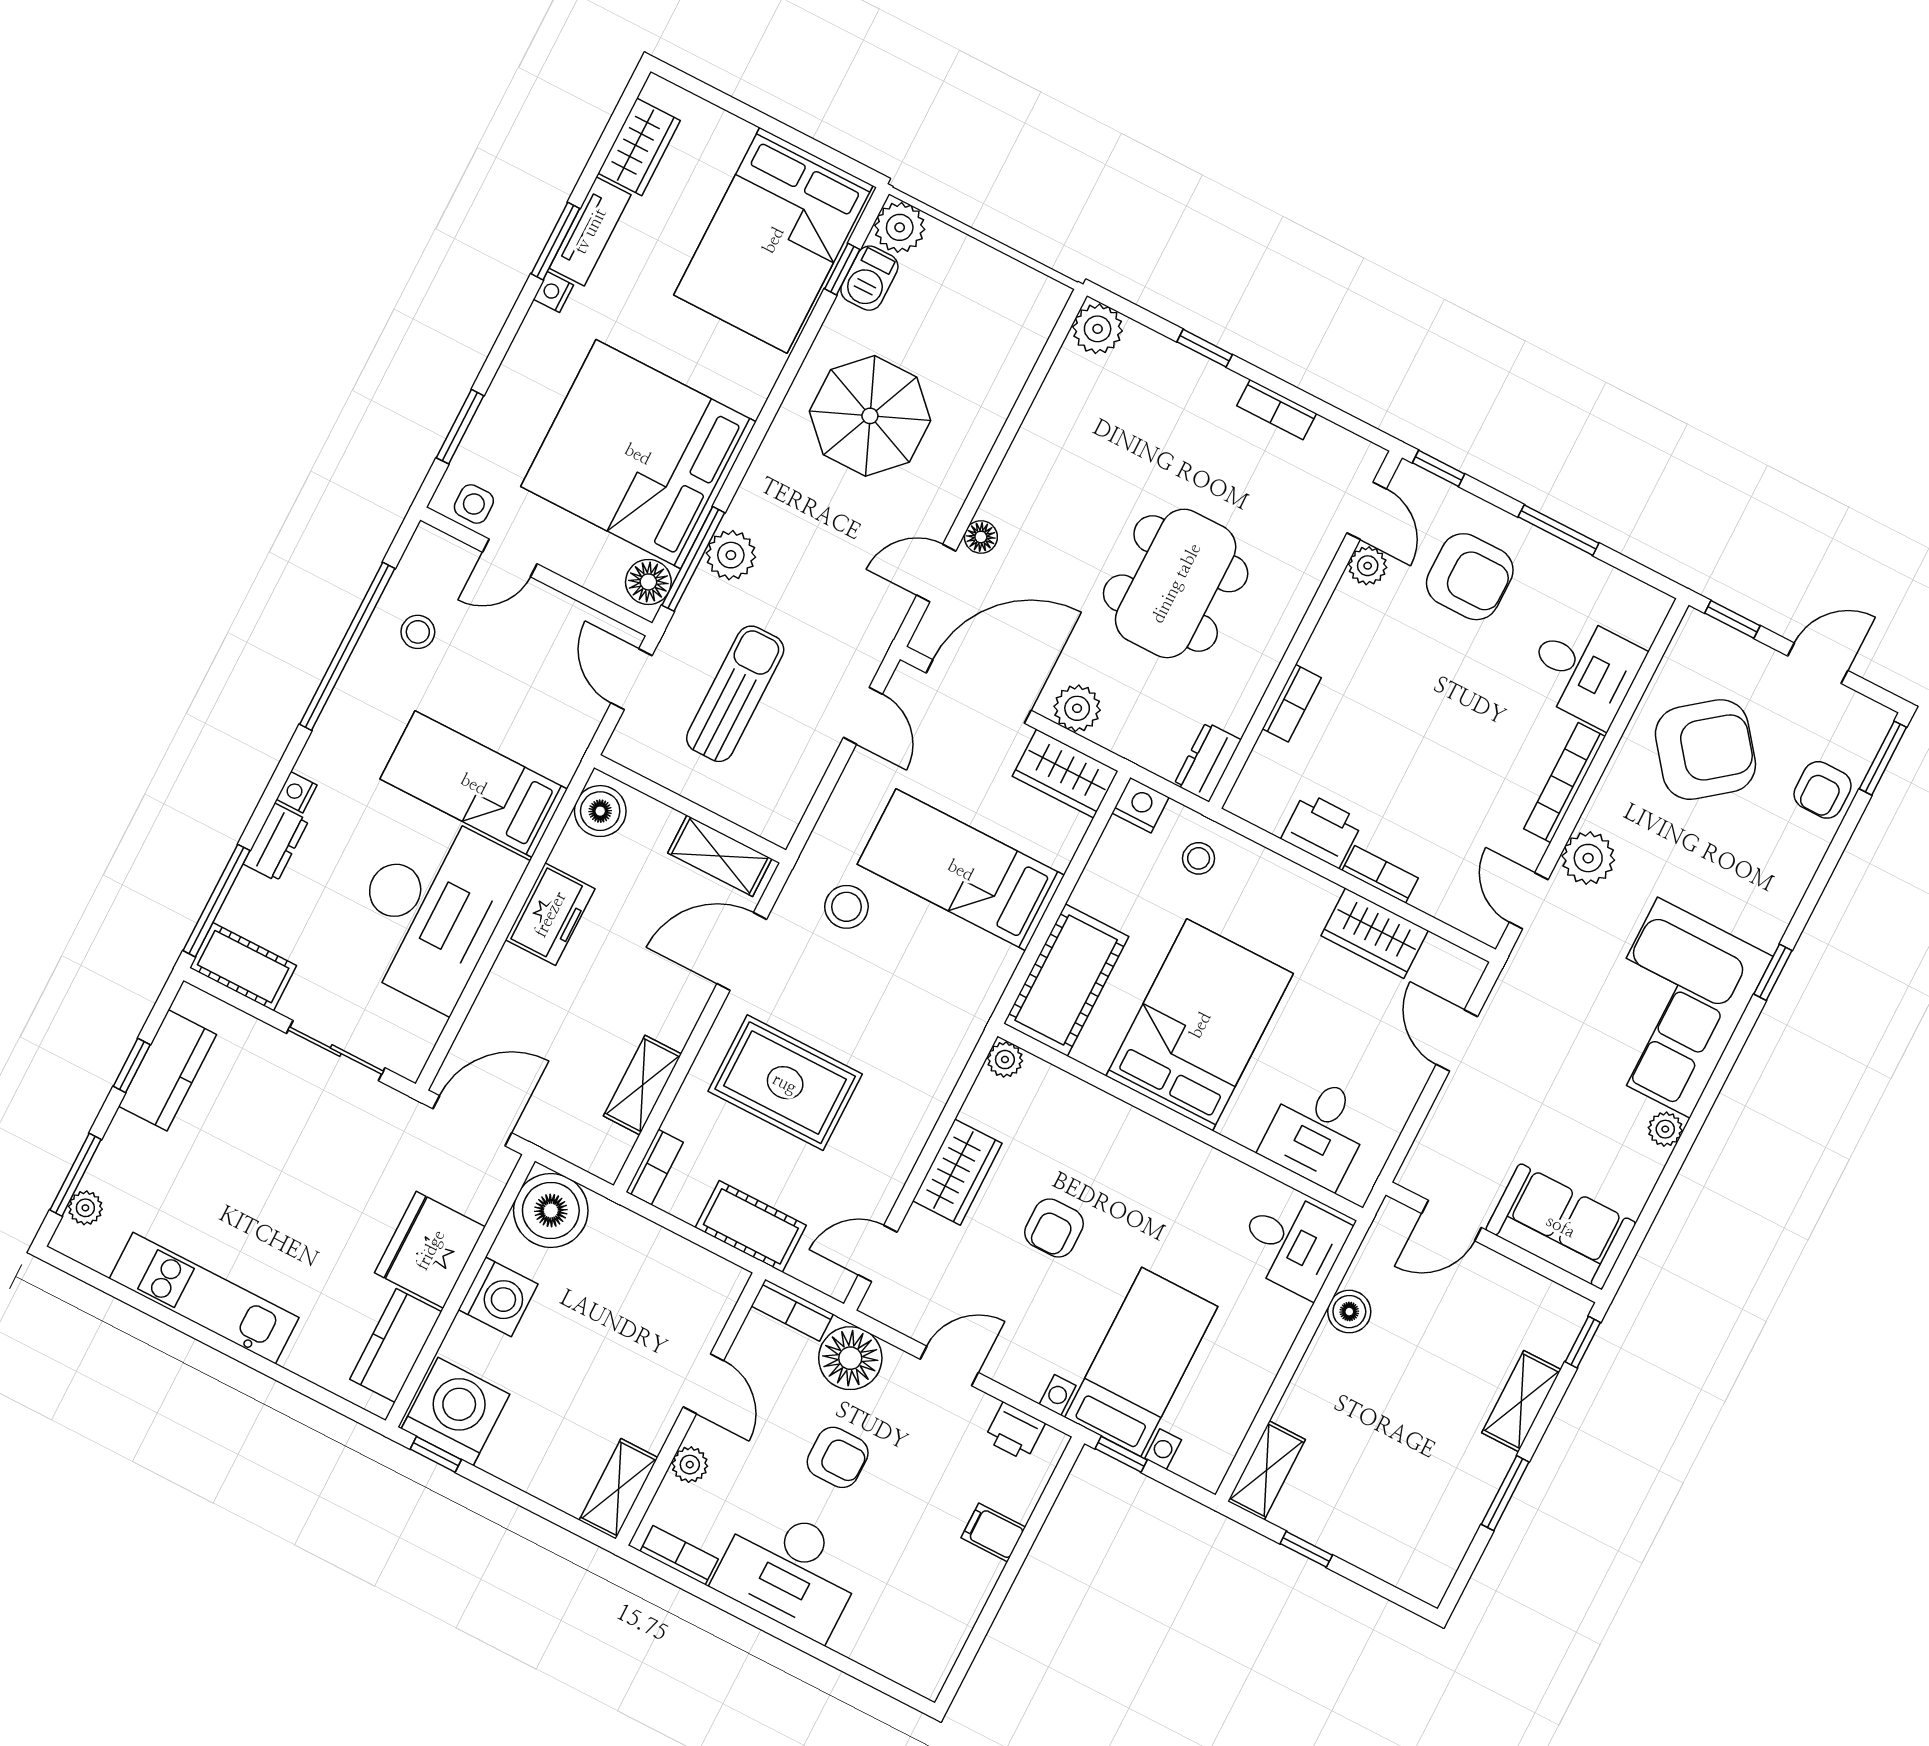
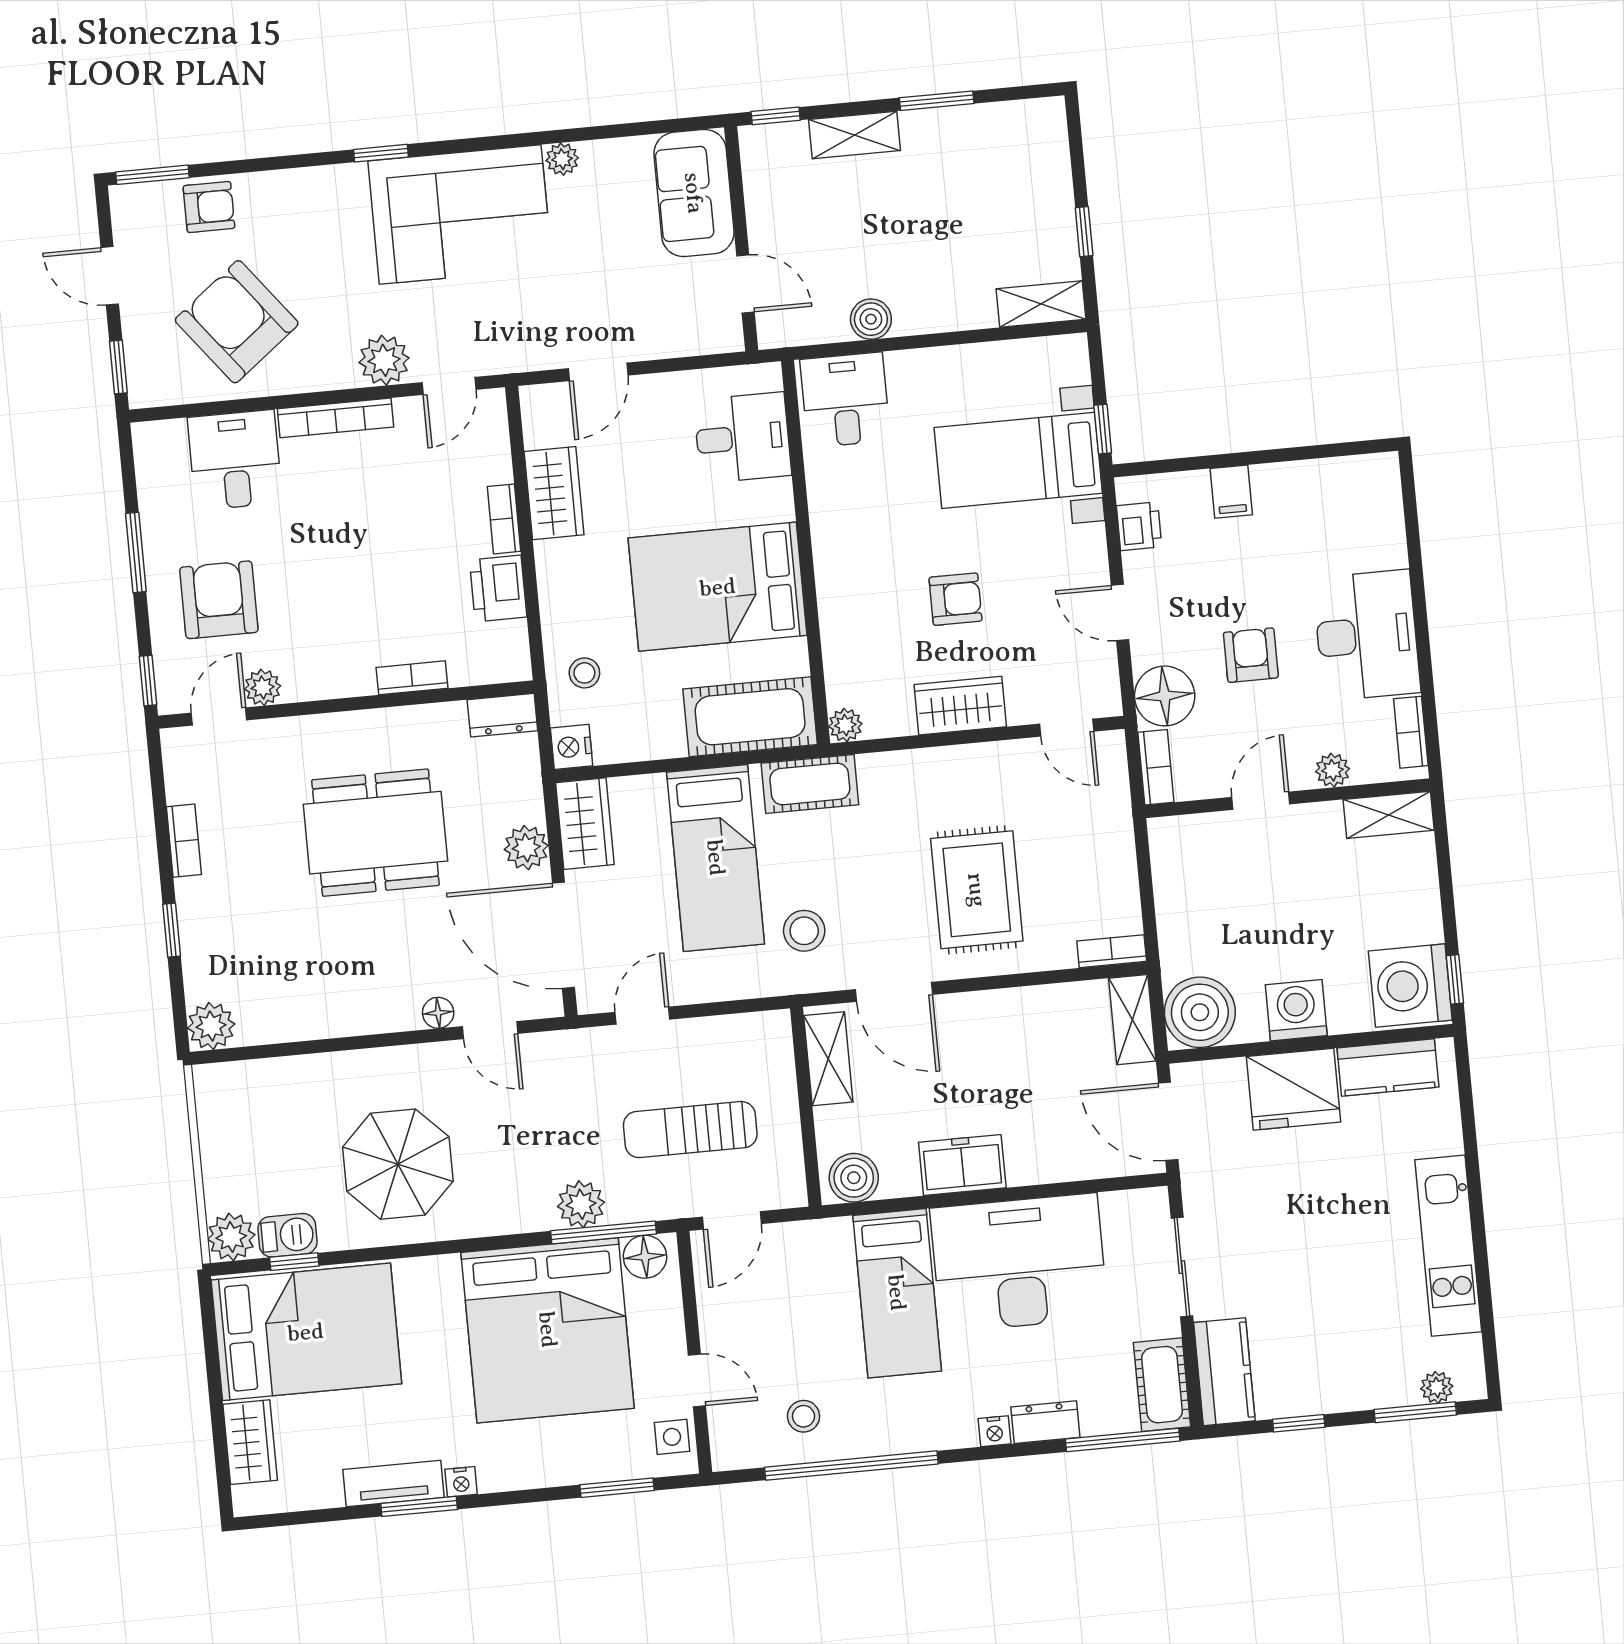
wardrobe: (639, 147) -> (250, 1442), moved, turned 90
kitchen counter: (168, 1070) -> (1224, 1372), moved, turned 90
shelving: (642, 1085) -> (1132, 1020), moved, turned 90
cot: (751, 1226) -> (810, 784), moved, turned 90

